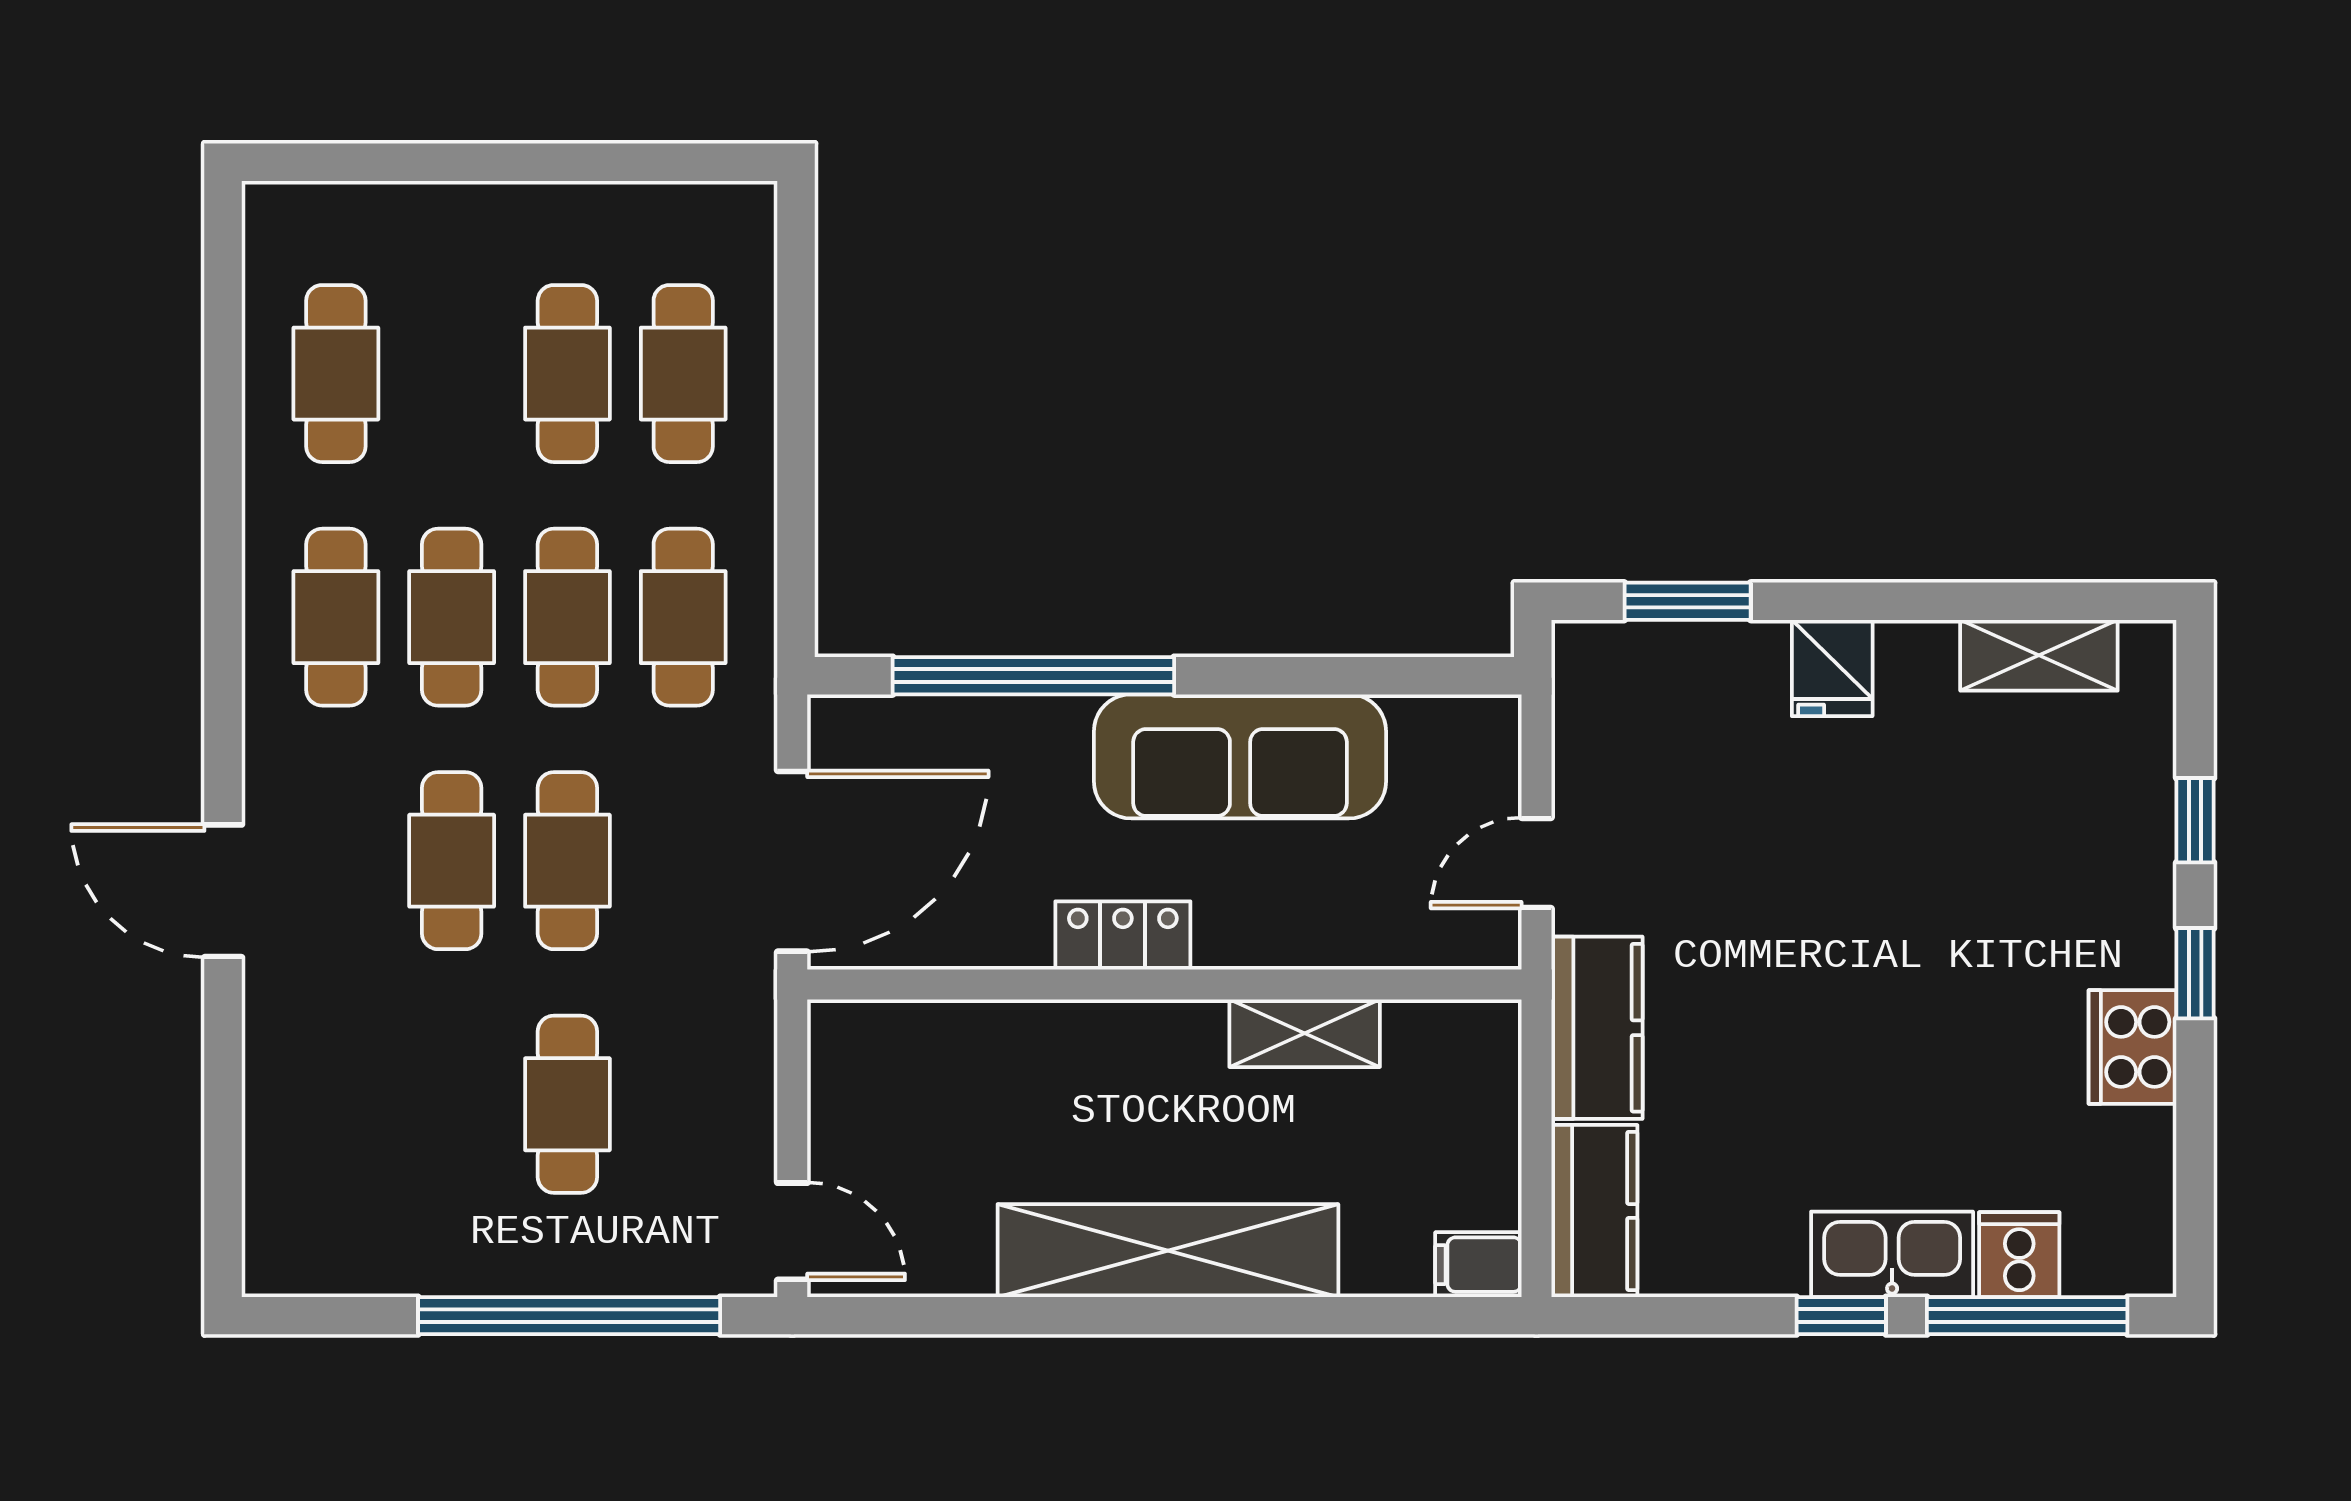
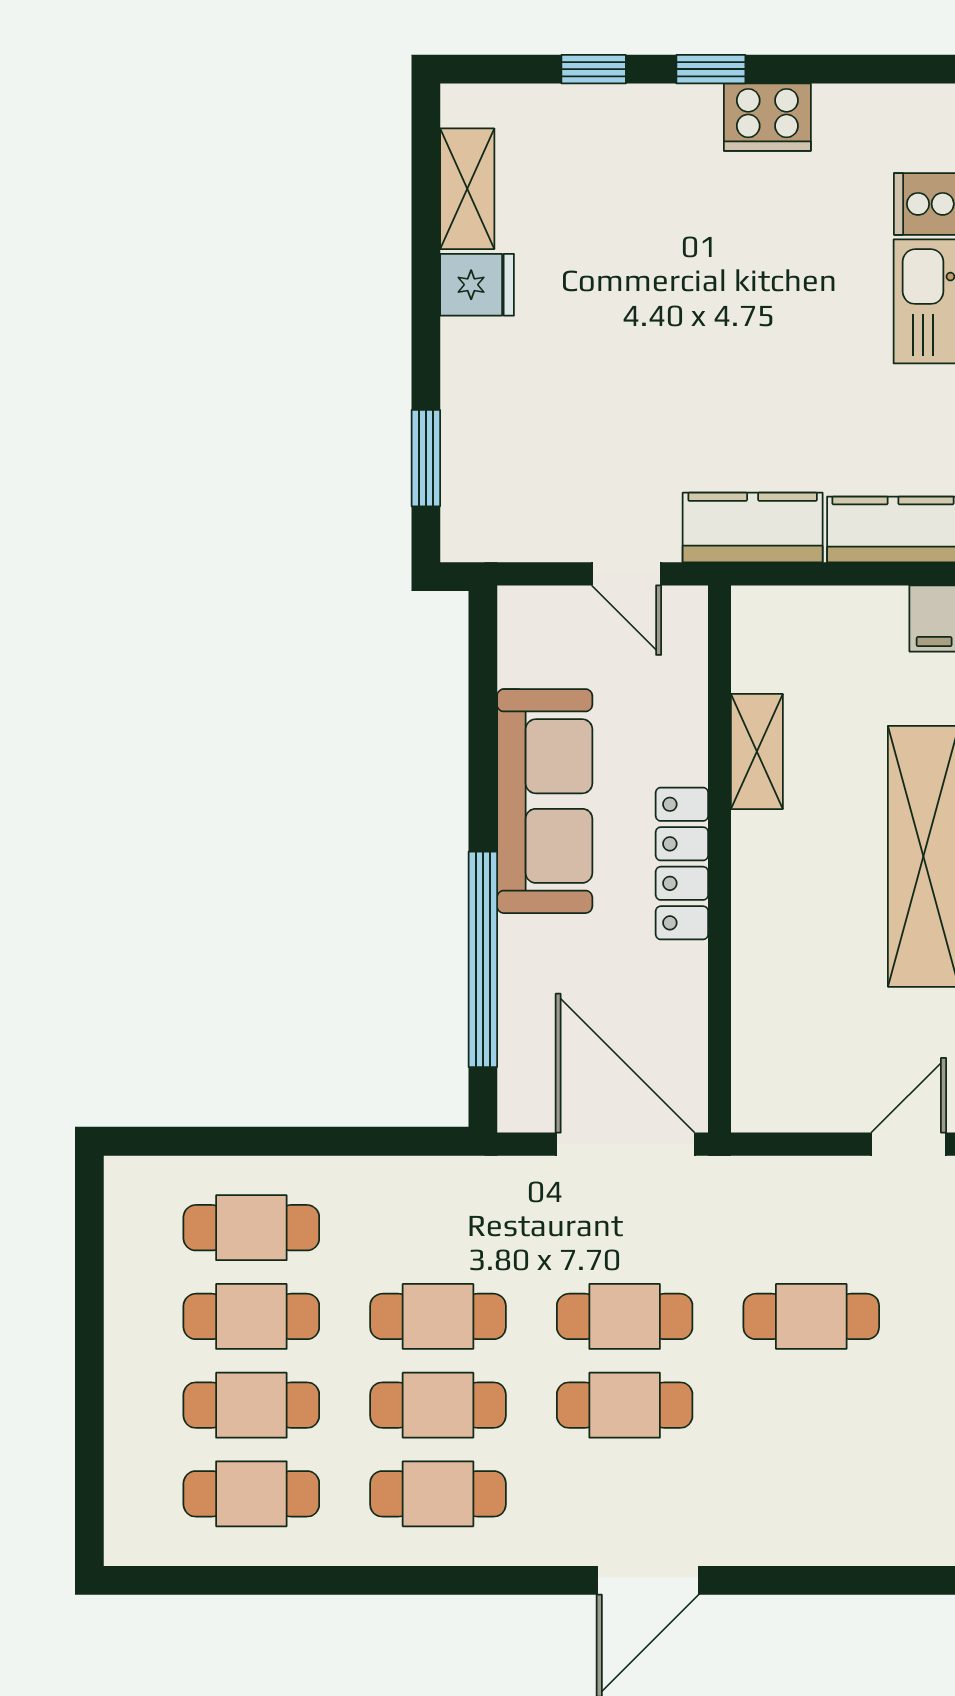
cafe table: (683, 617) -> (251, 1405), moved
fridge: (1832, 668) -> (477, 285), moved
locker: (1123, 935) -> (682, 864), width x1.53

